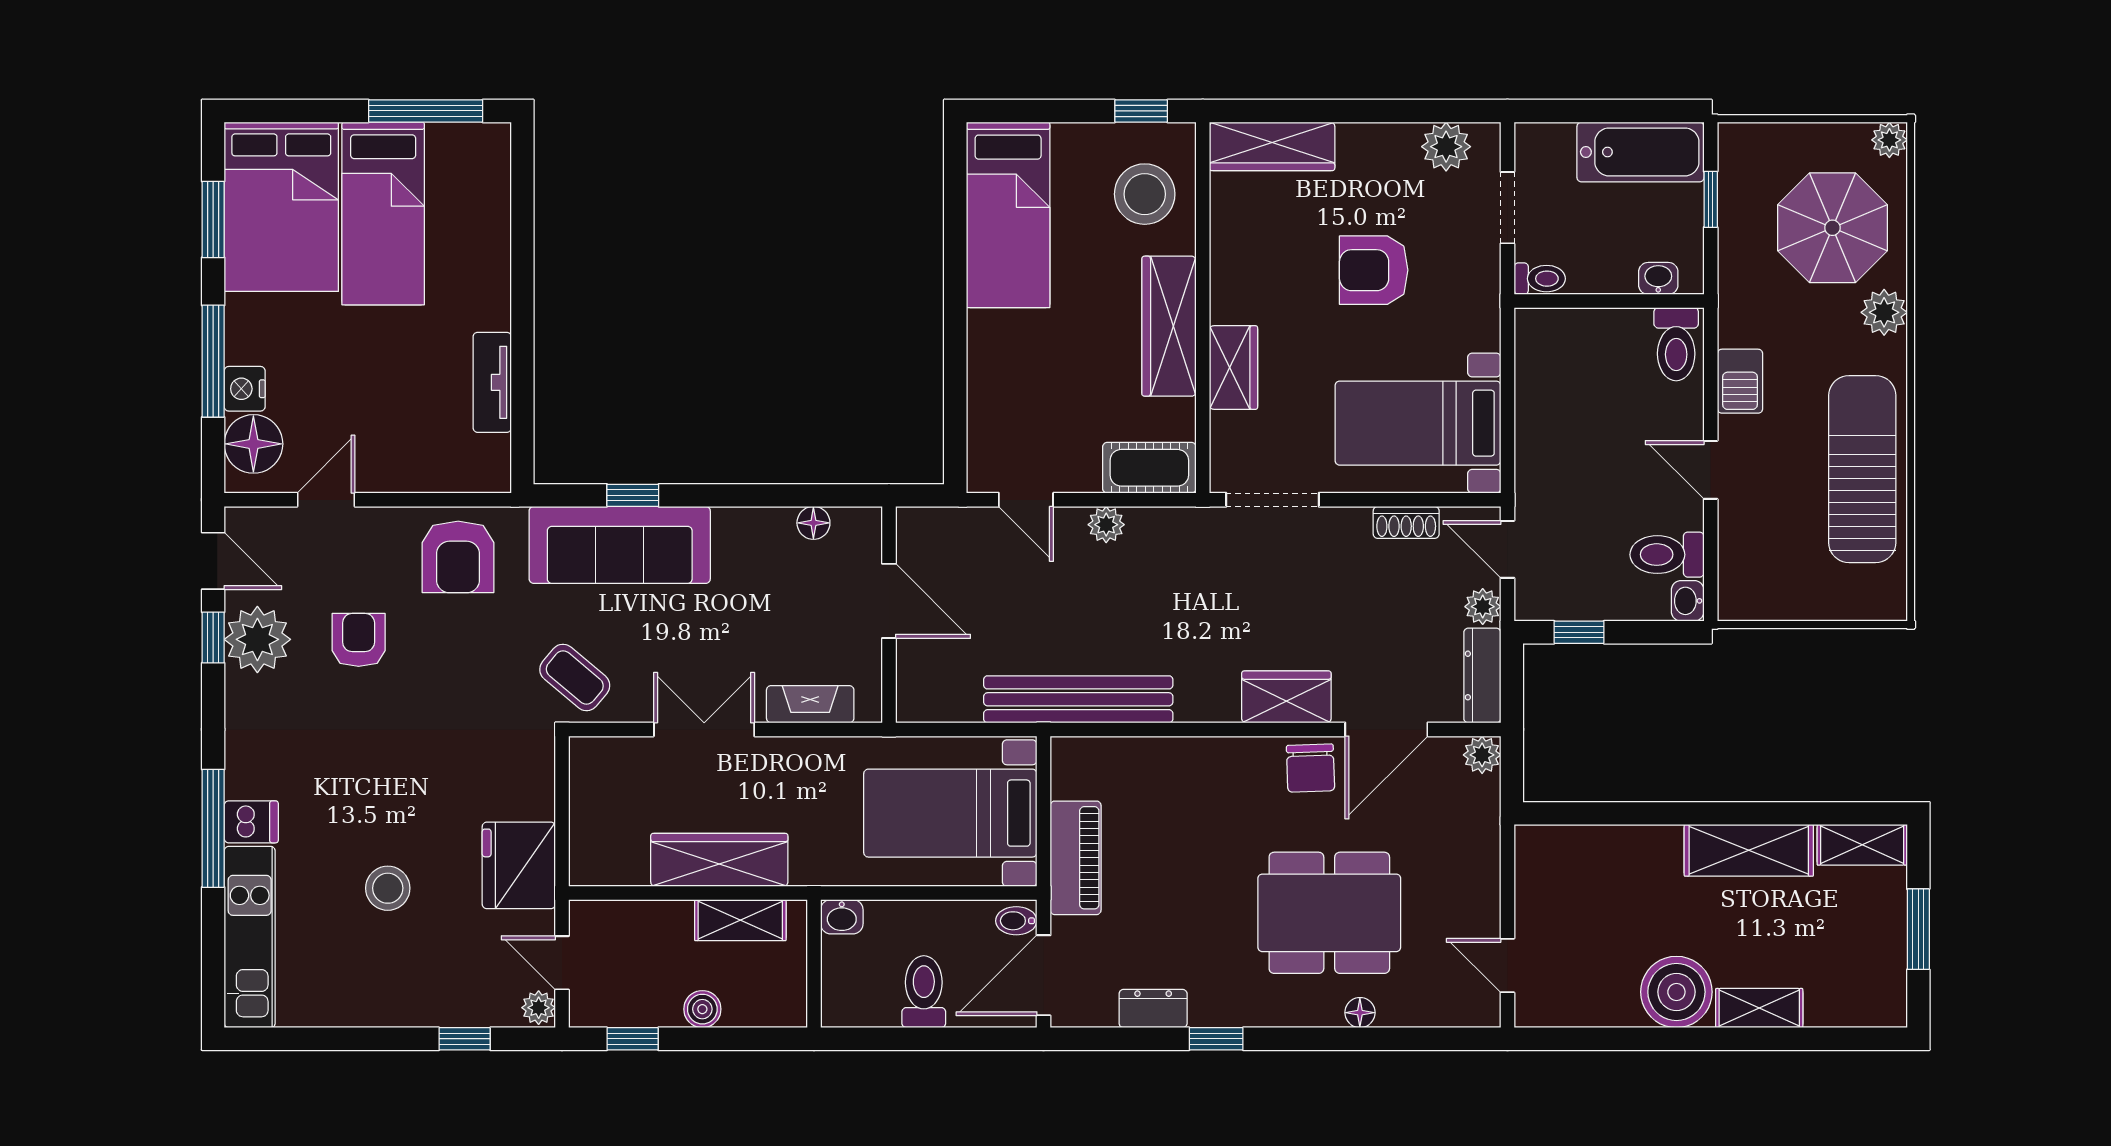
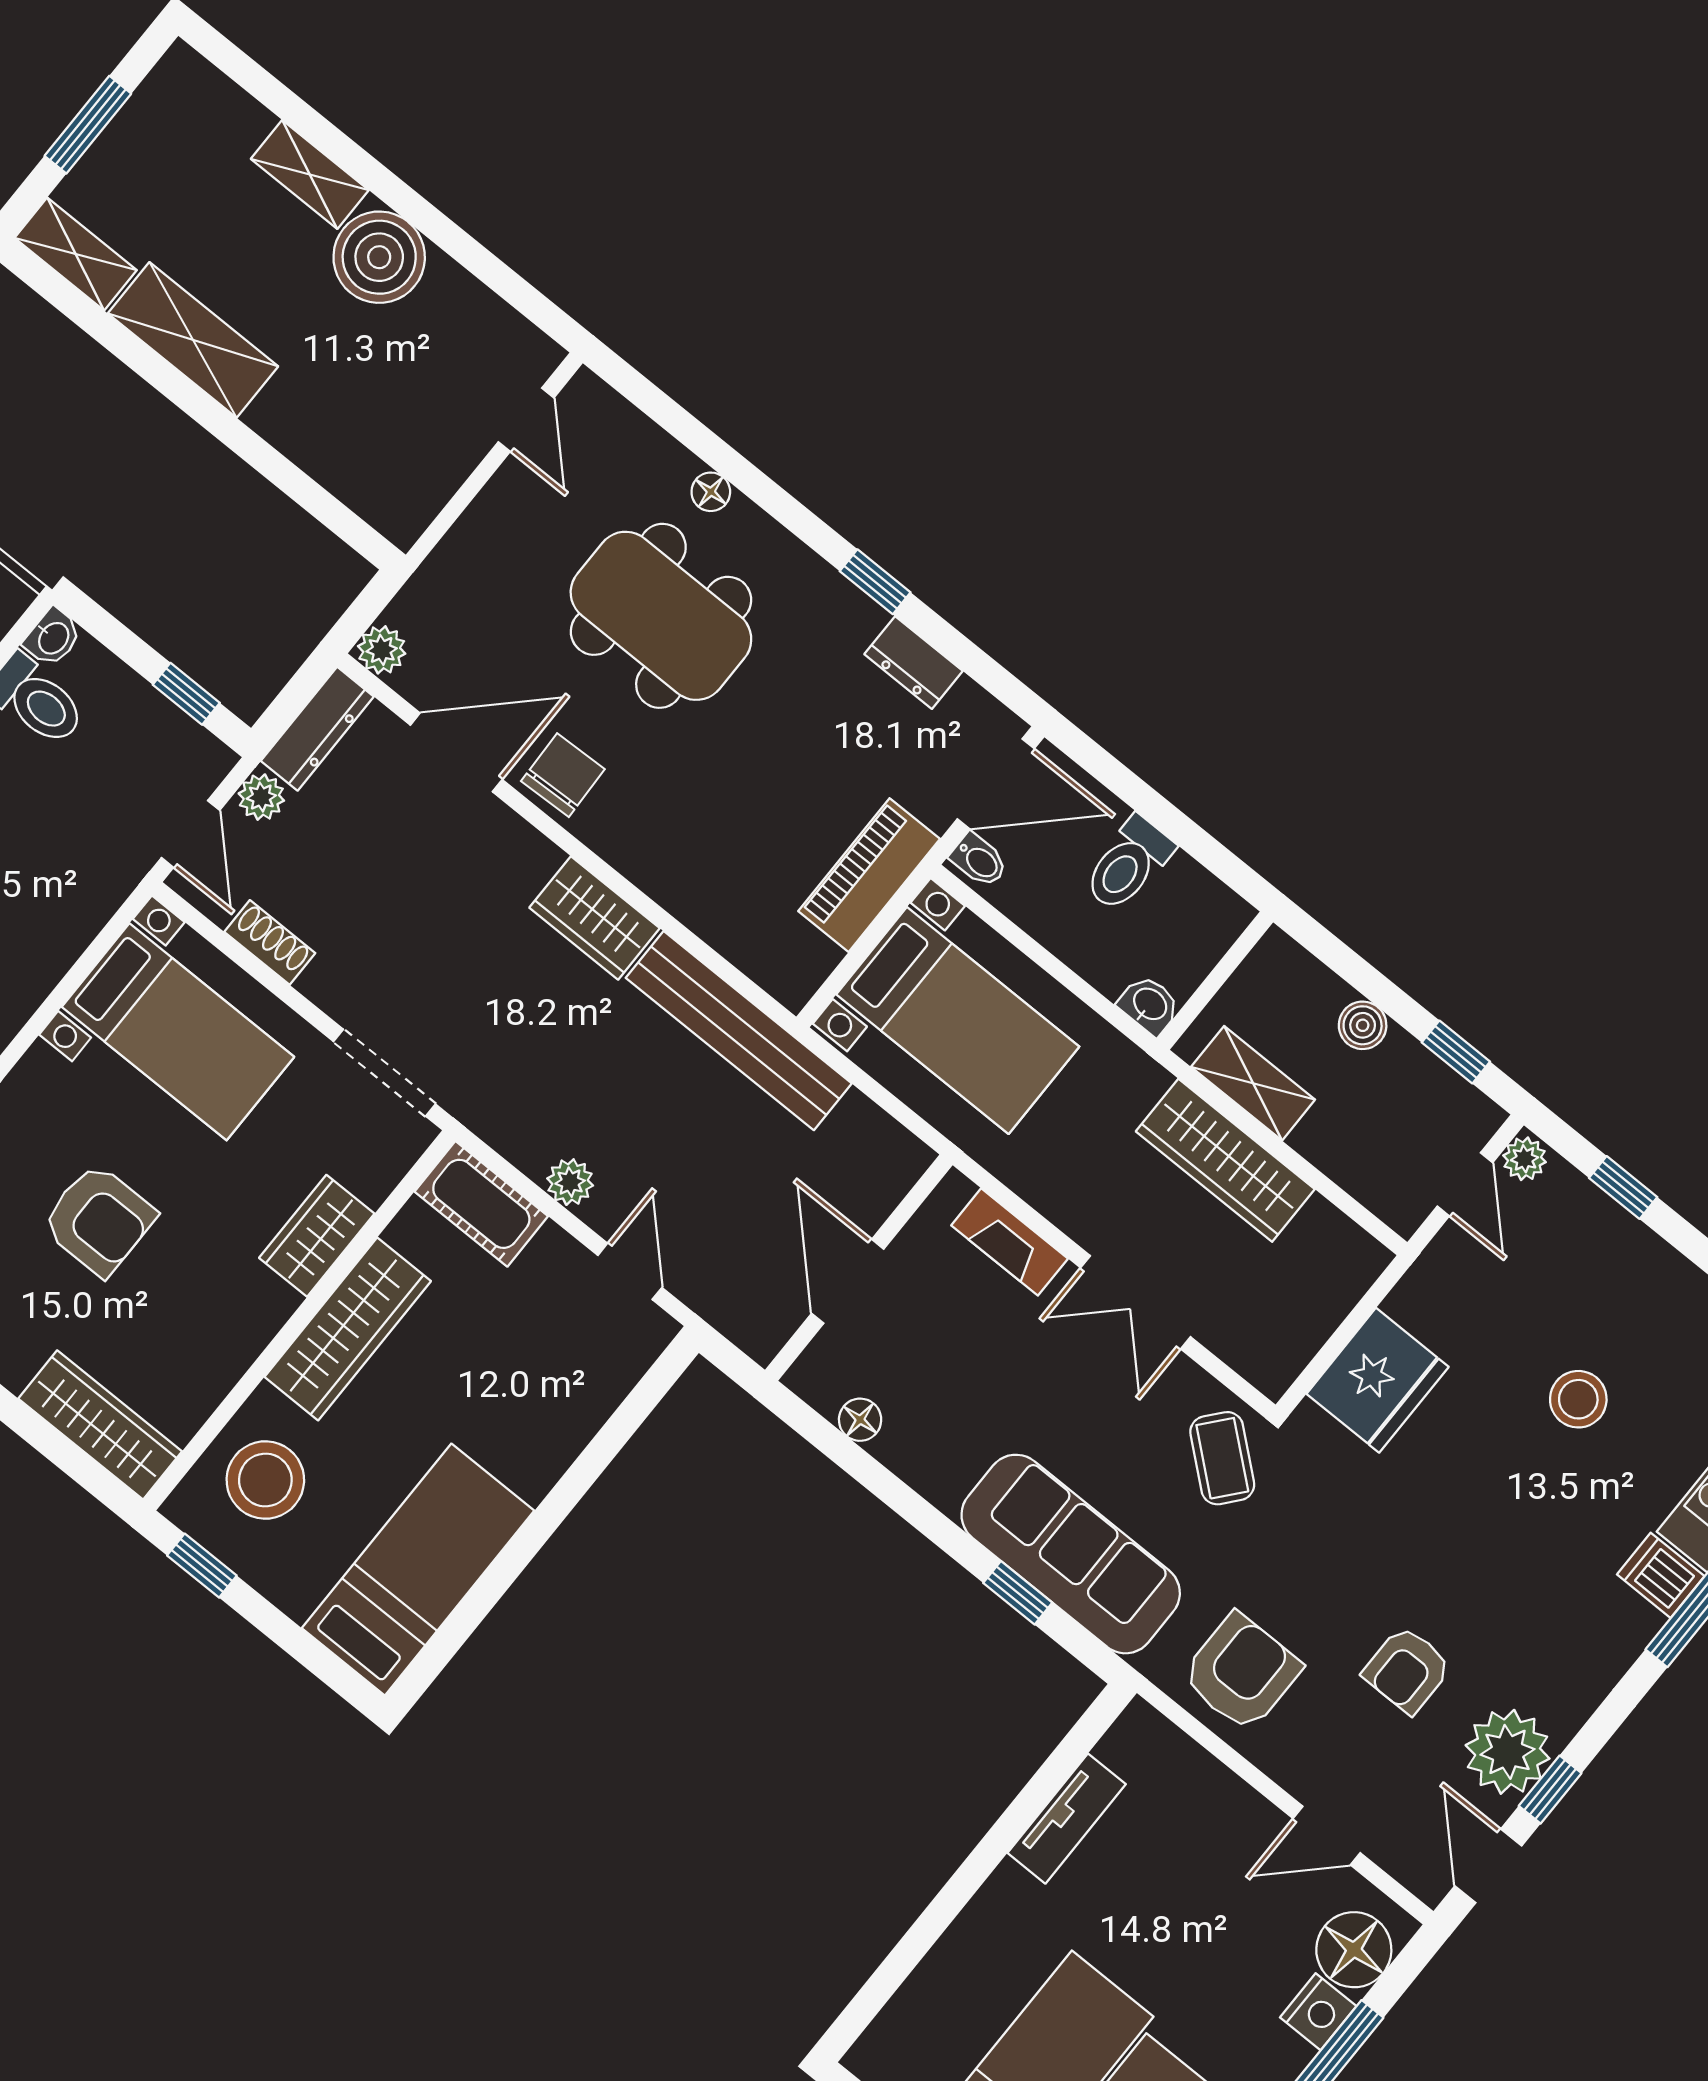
wardrobe: (1286, 697) -> (595, 918), moved
fridge: (519, 865) -> (1378, 1380), moved

